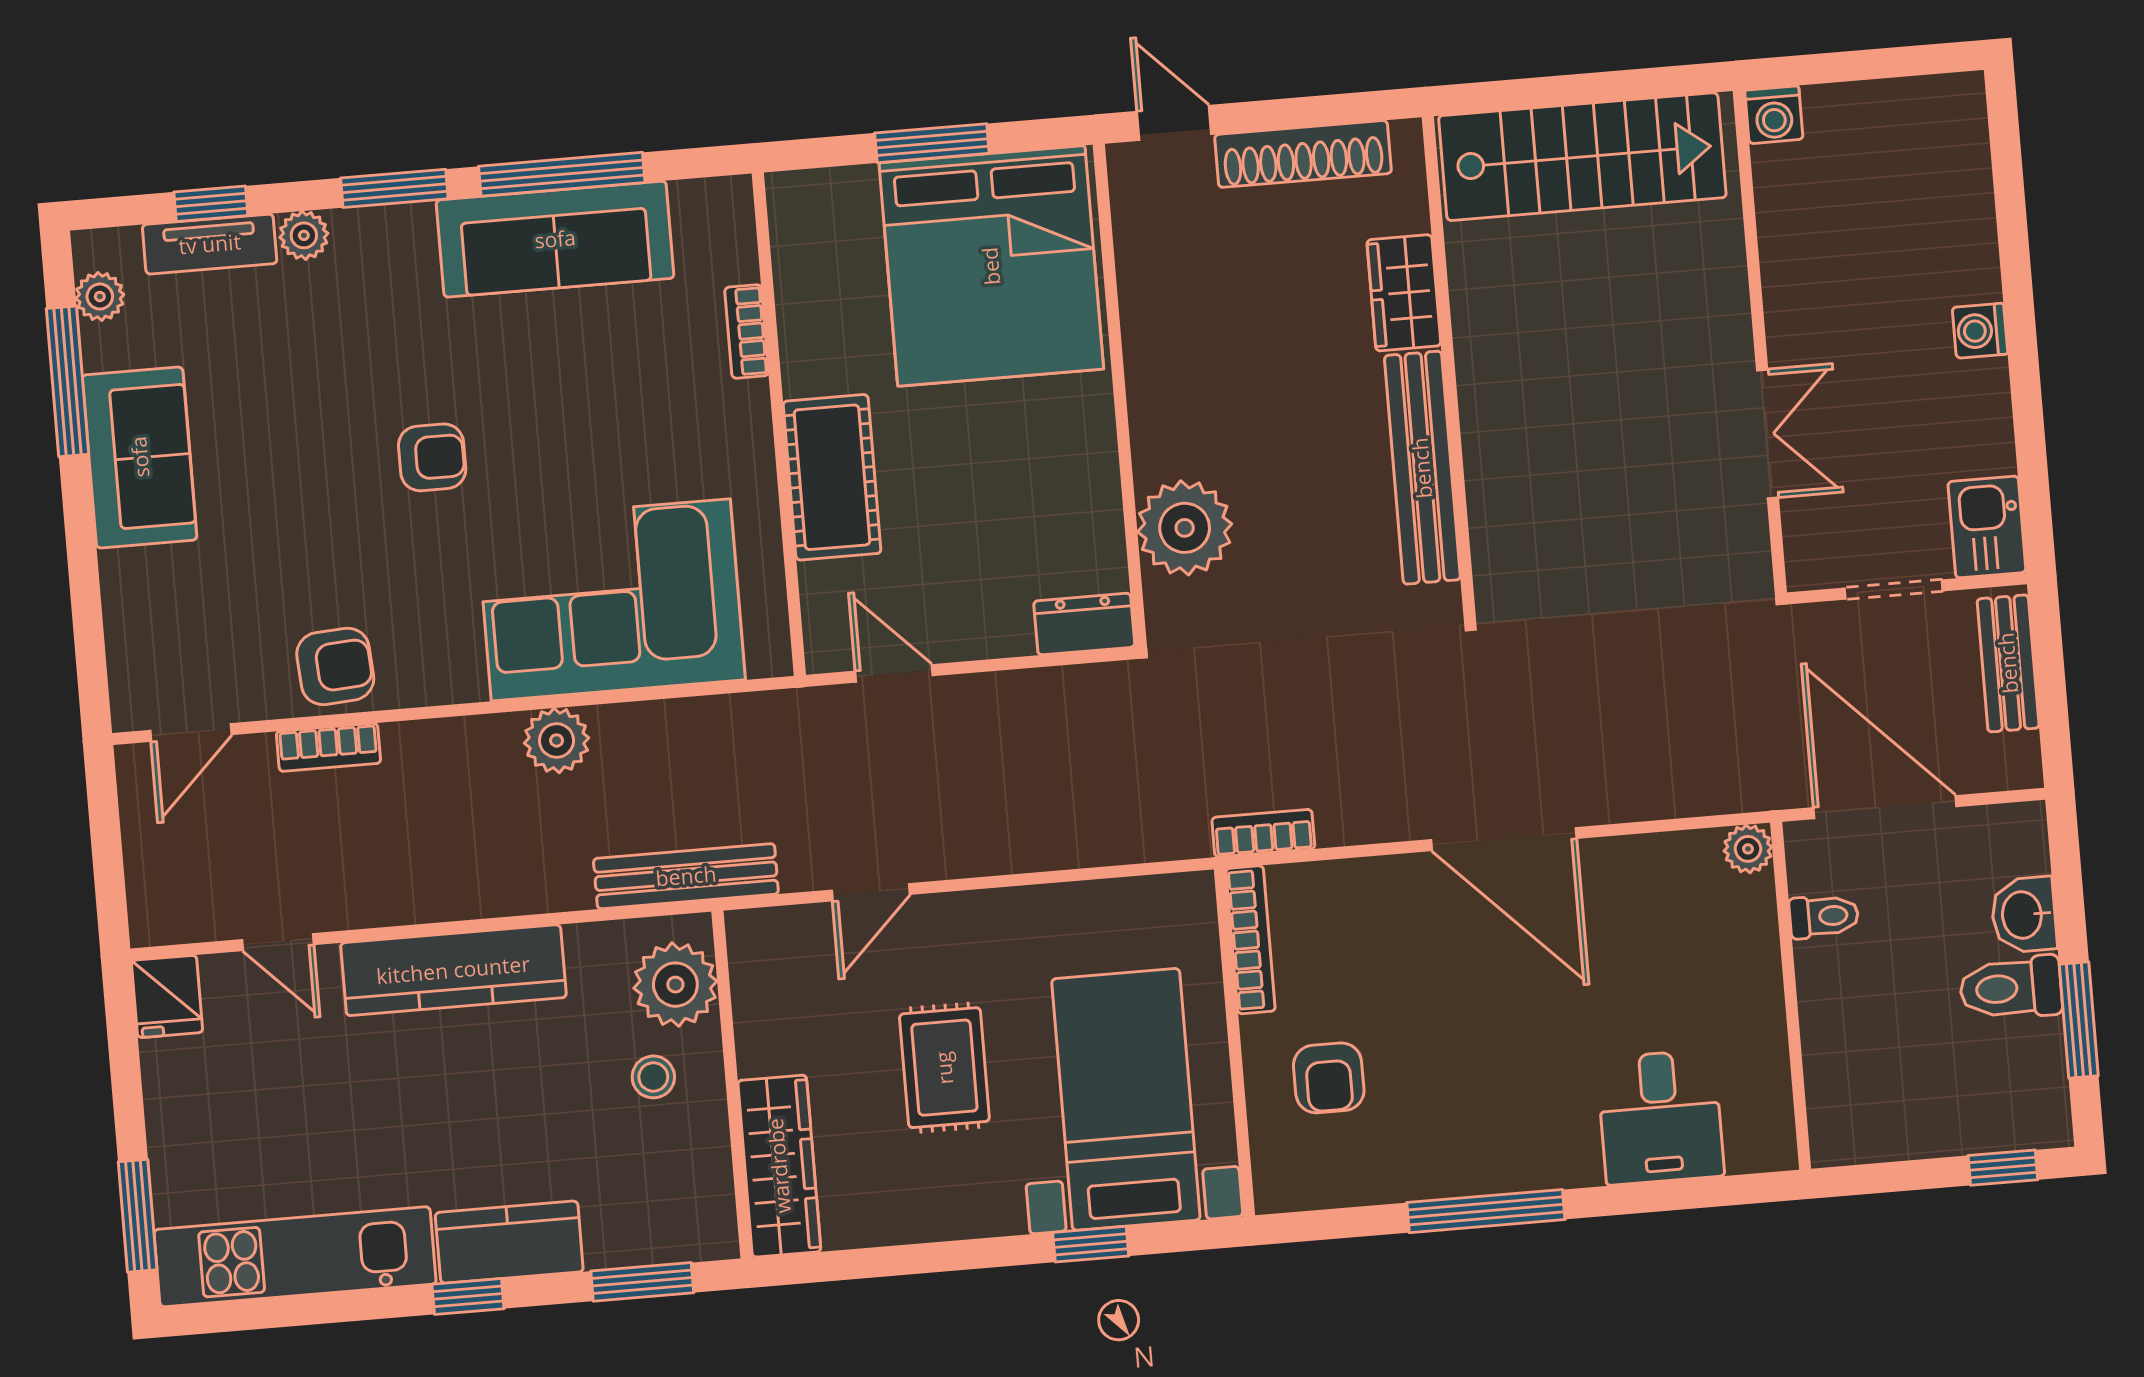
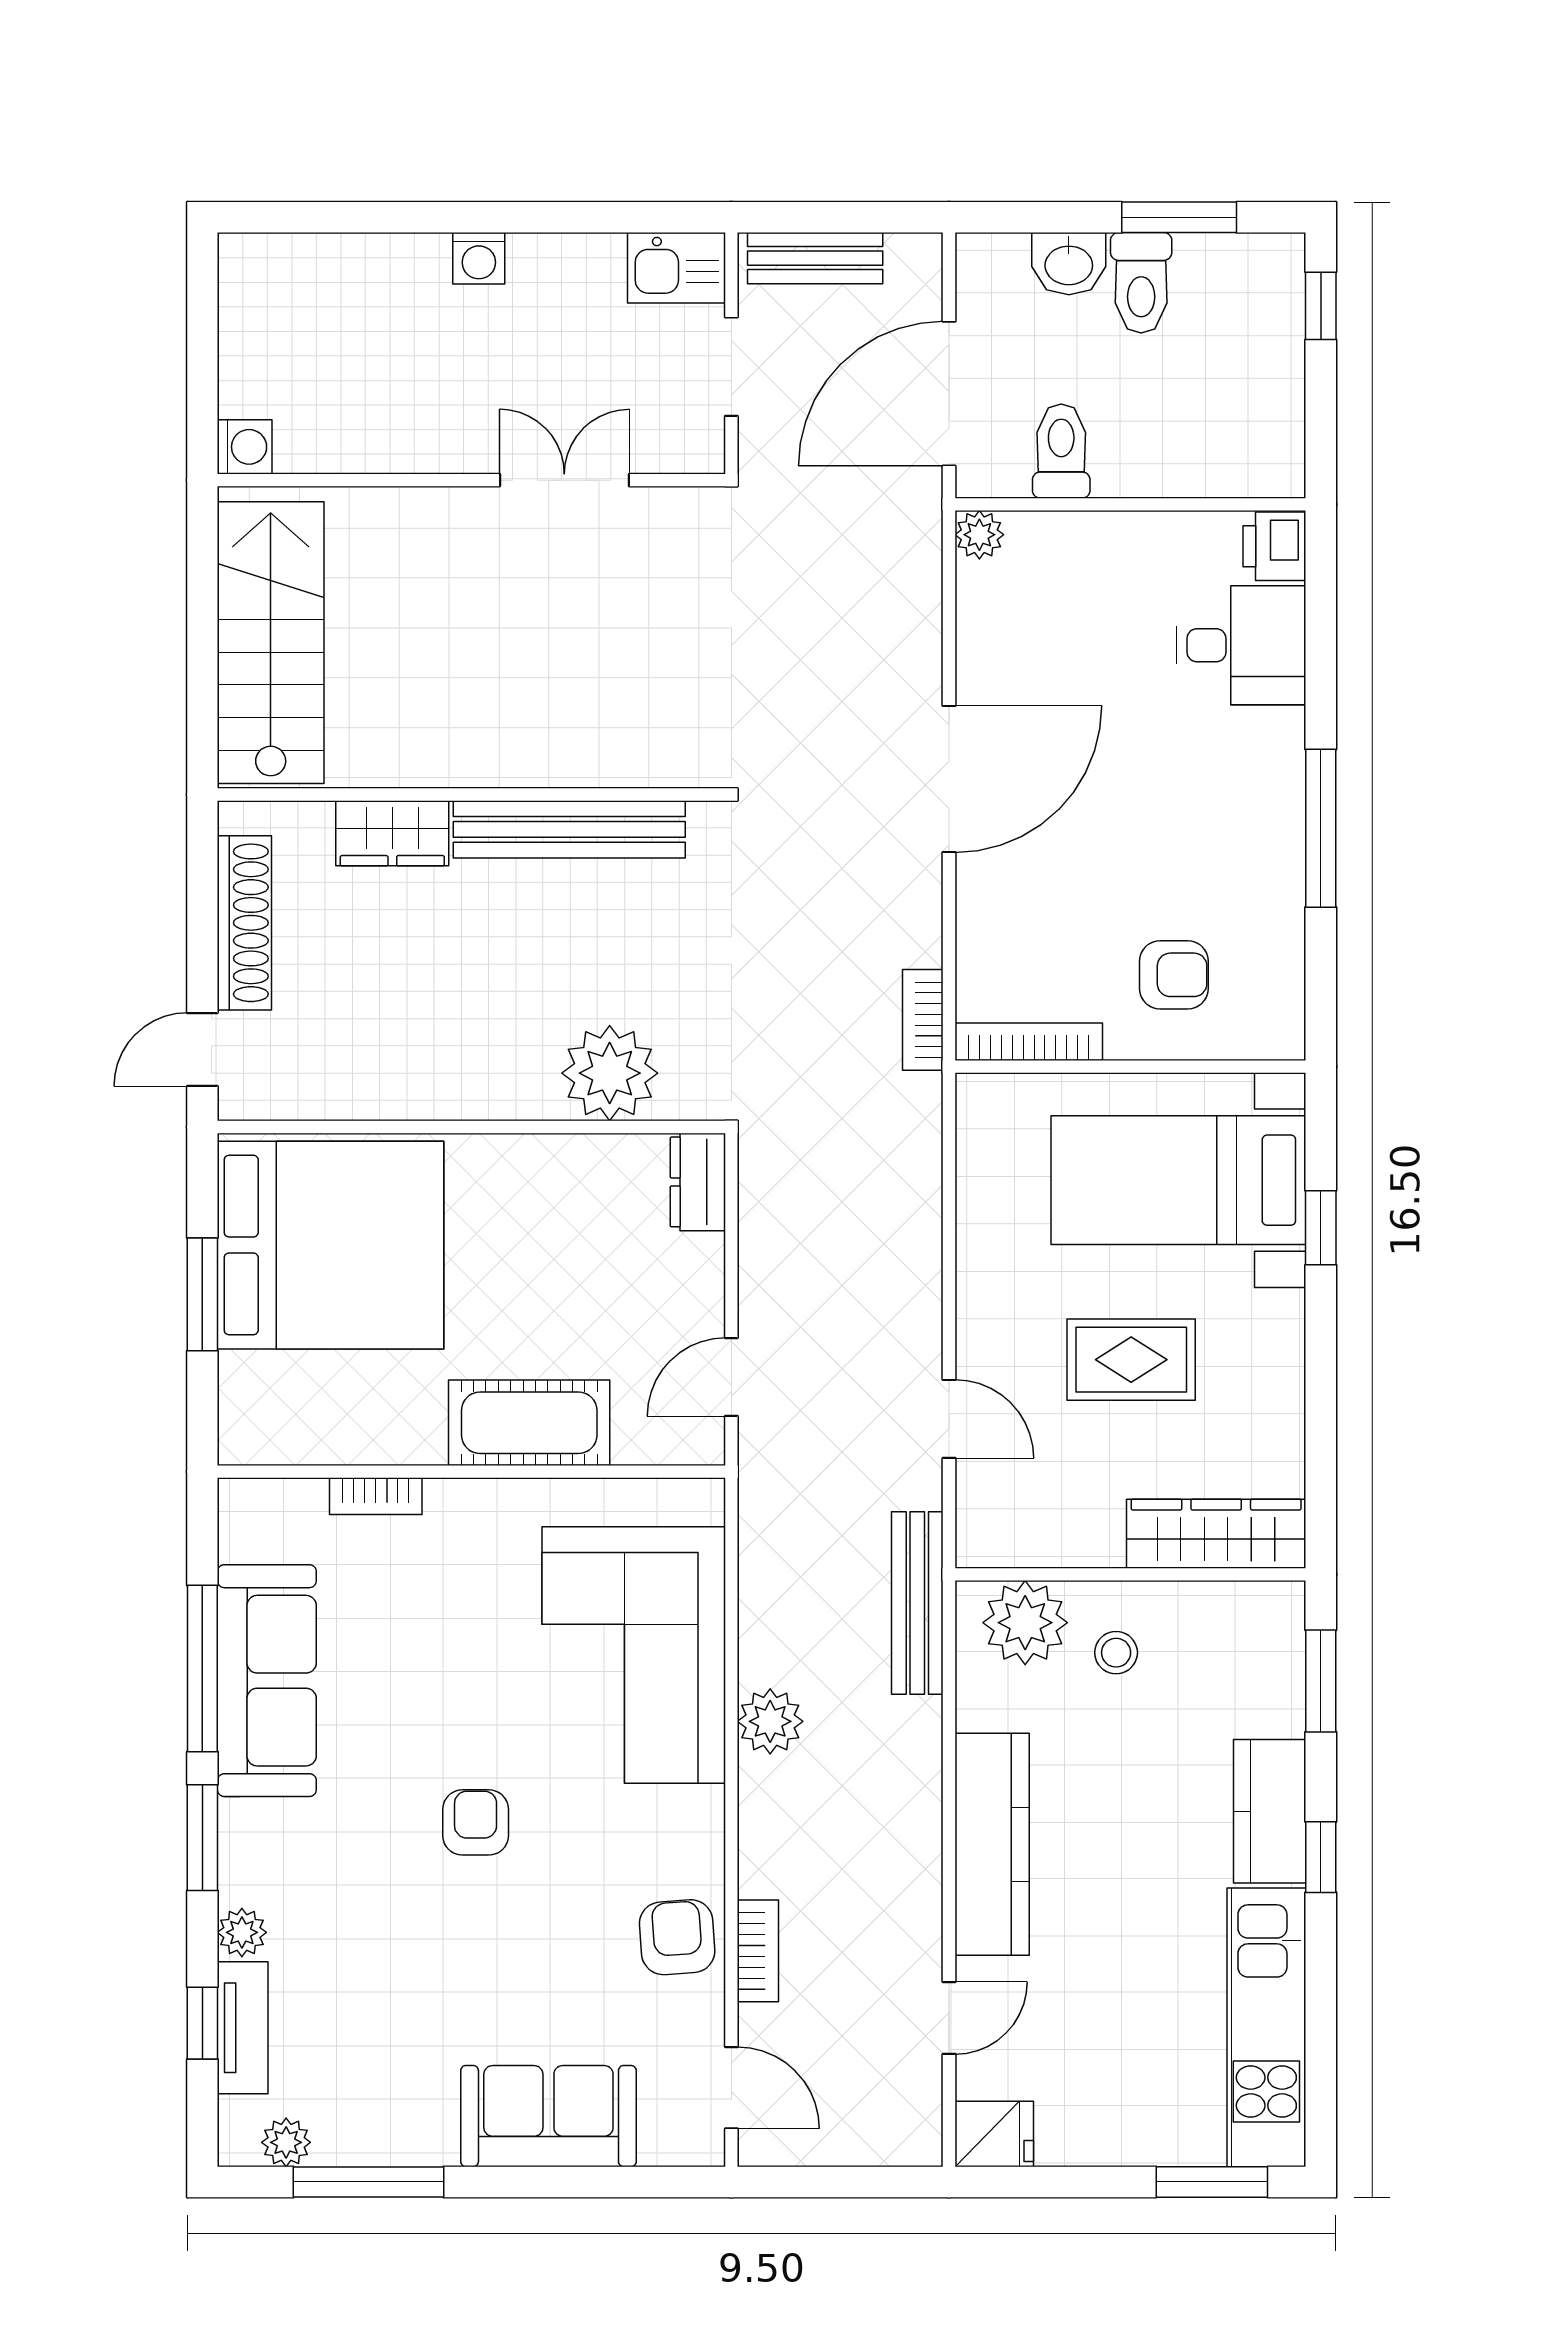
sofa: (140, 457) -> (548, 2116), moved
toilet: (1824, 916) -> (1061, 451), width x1.37, depth x1.39
printer: (1761, 1142) -> (1274, 546), added

